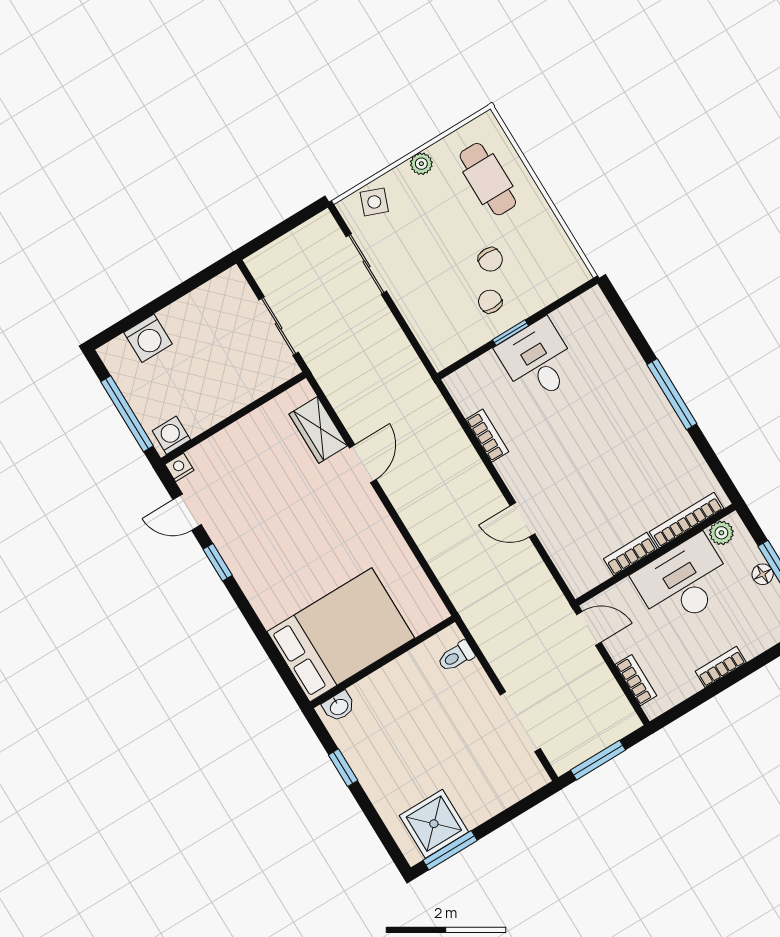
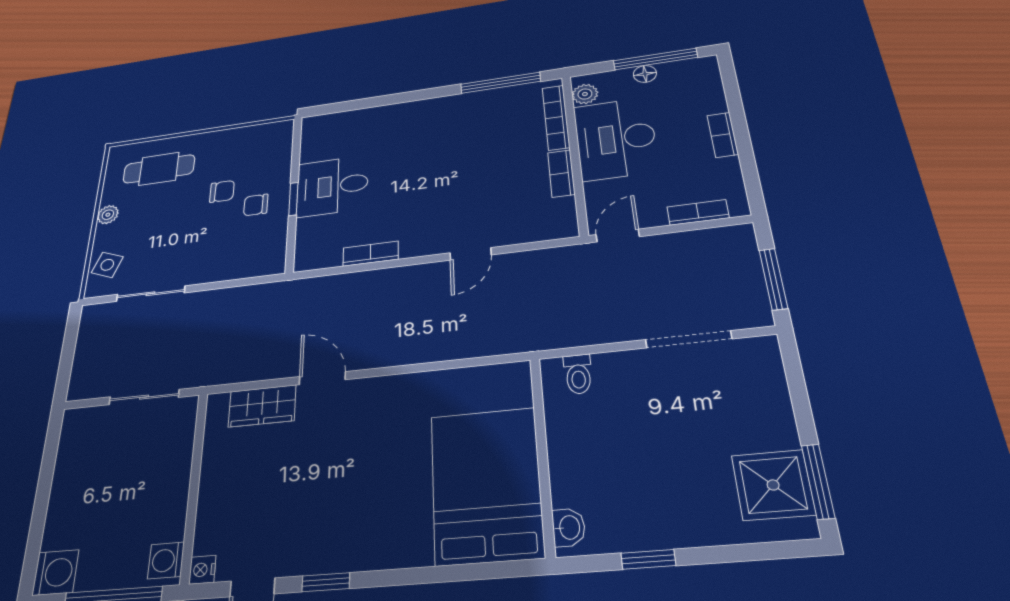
washing machine: (148, 338) -> (55, 572), moved
window: (672, 394) -> (500, 83), moved

